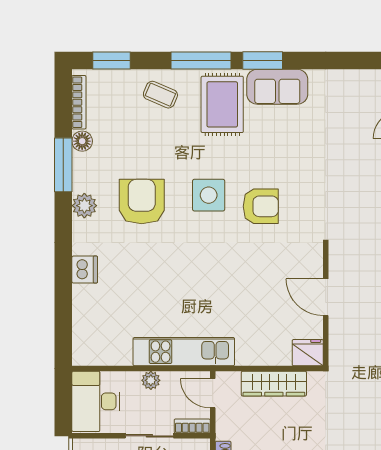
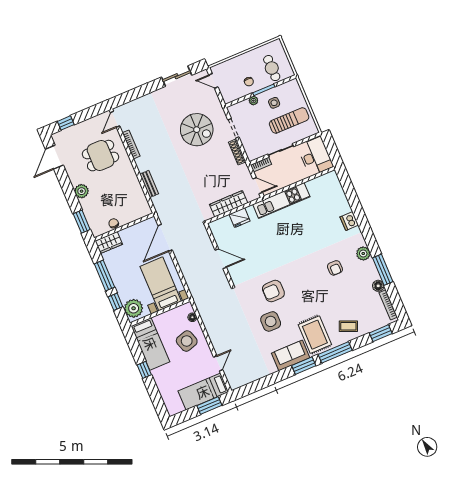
side table: (209, 195) -> (271, 321), moved
armchair: (142, 202) -> (335, 268), width x0.53, depth x0.53
fridge: (308, 353) -> (240, 218), moved
plant: (151, 380) -> (292, 179), removed

